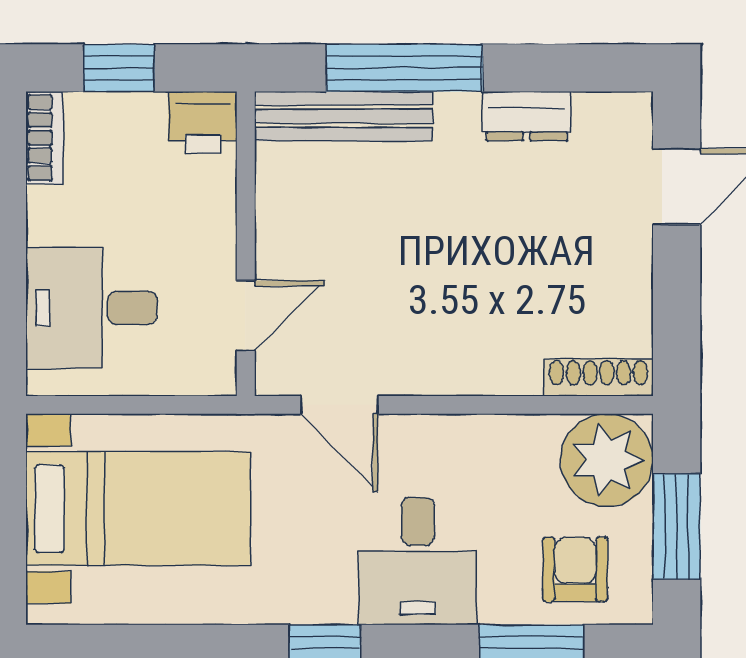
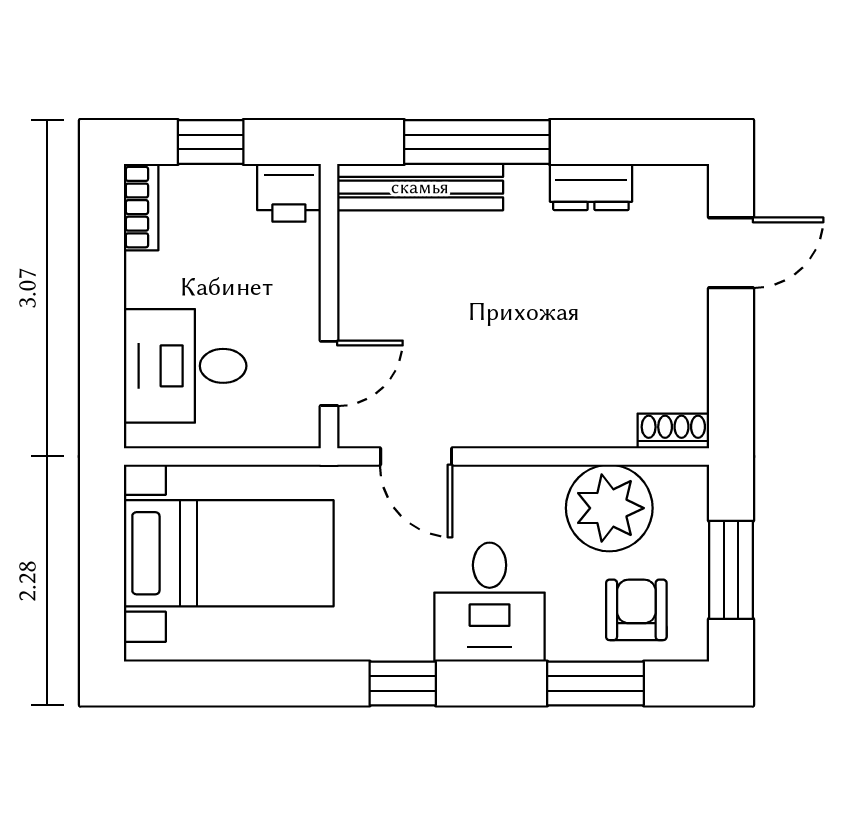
shoe rack: (598, 378) -> (673, 431), width x0.70
plant: (607, 460) -> (609, 508), moved

